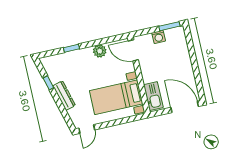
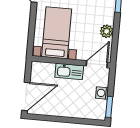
kitchen sink: (153, 96) -> (69, 71), moved

